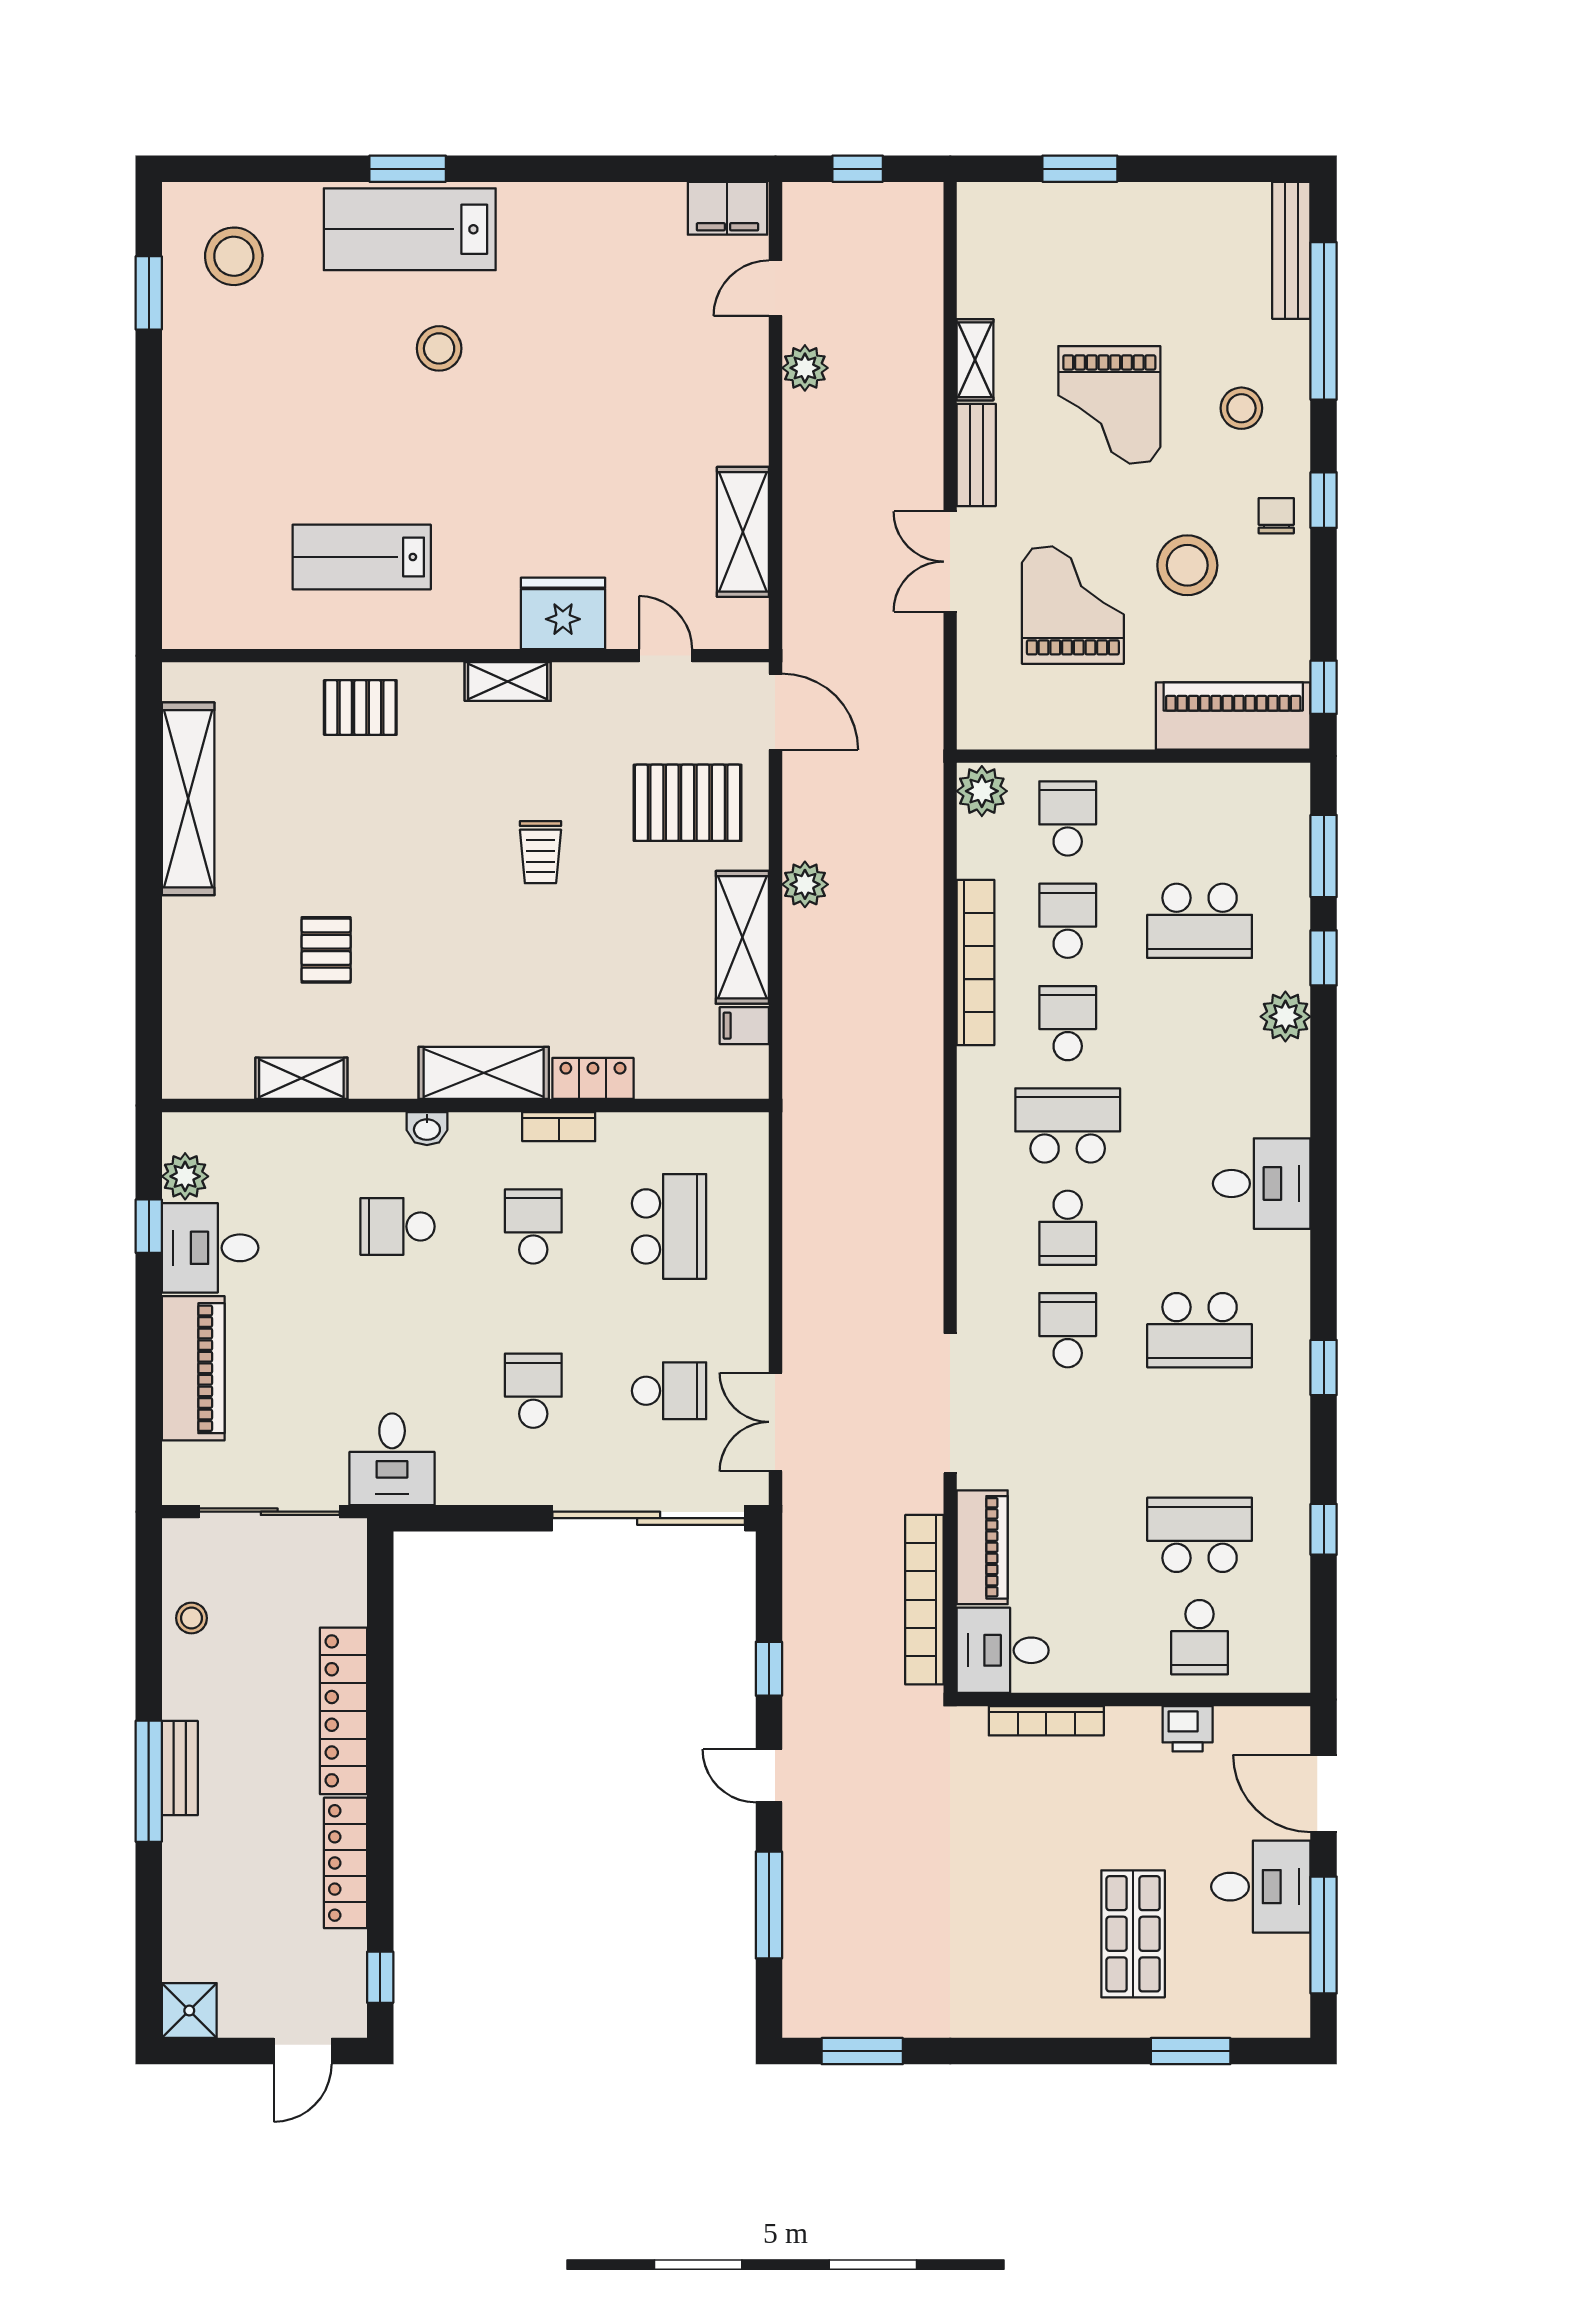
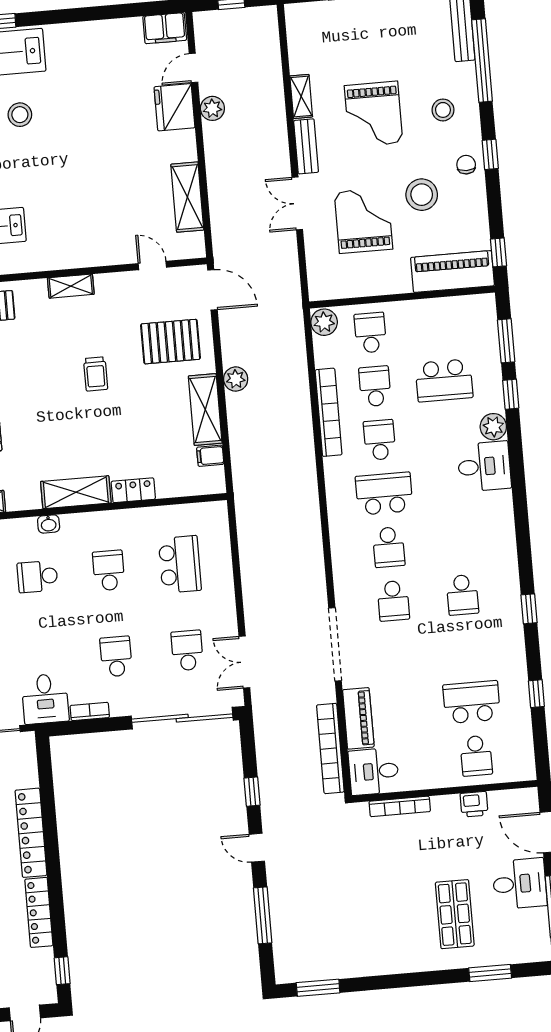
fridge: (563, 613) -> (174, 107), moved, turned -90
bookcase: (559, 1127) -> (90, 711), moved, turned 180
desk: (1262, 1184) -> (484, 466), moved
school desk: (1068, 1330) -> (393, 601), turned 180
school desk: (1200, 1330) -> (462, 595), width x0.54
school desk: (669, 1391) -> (187, 650), turned -90

